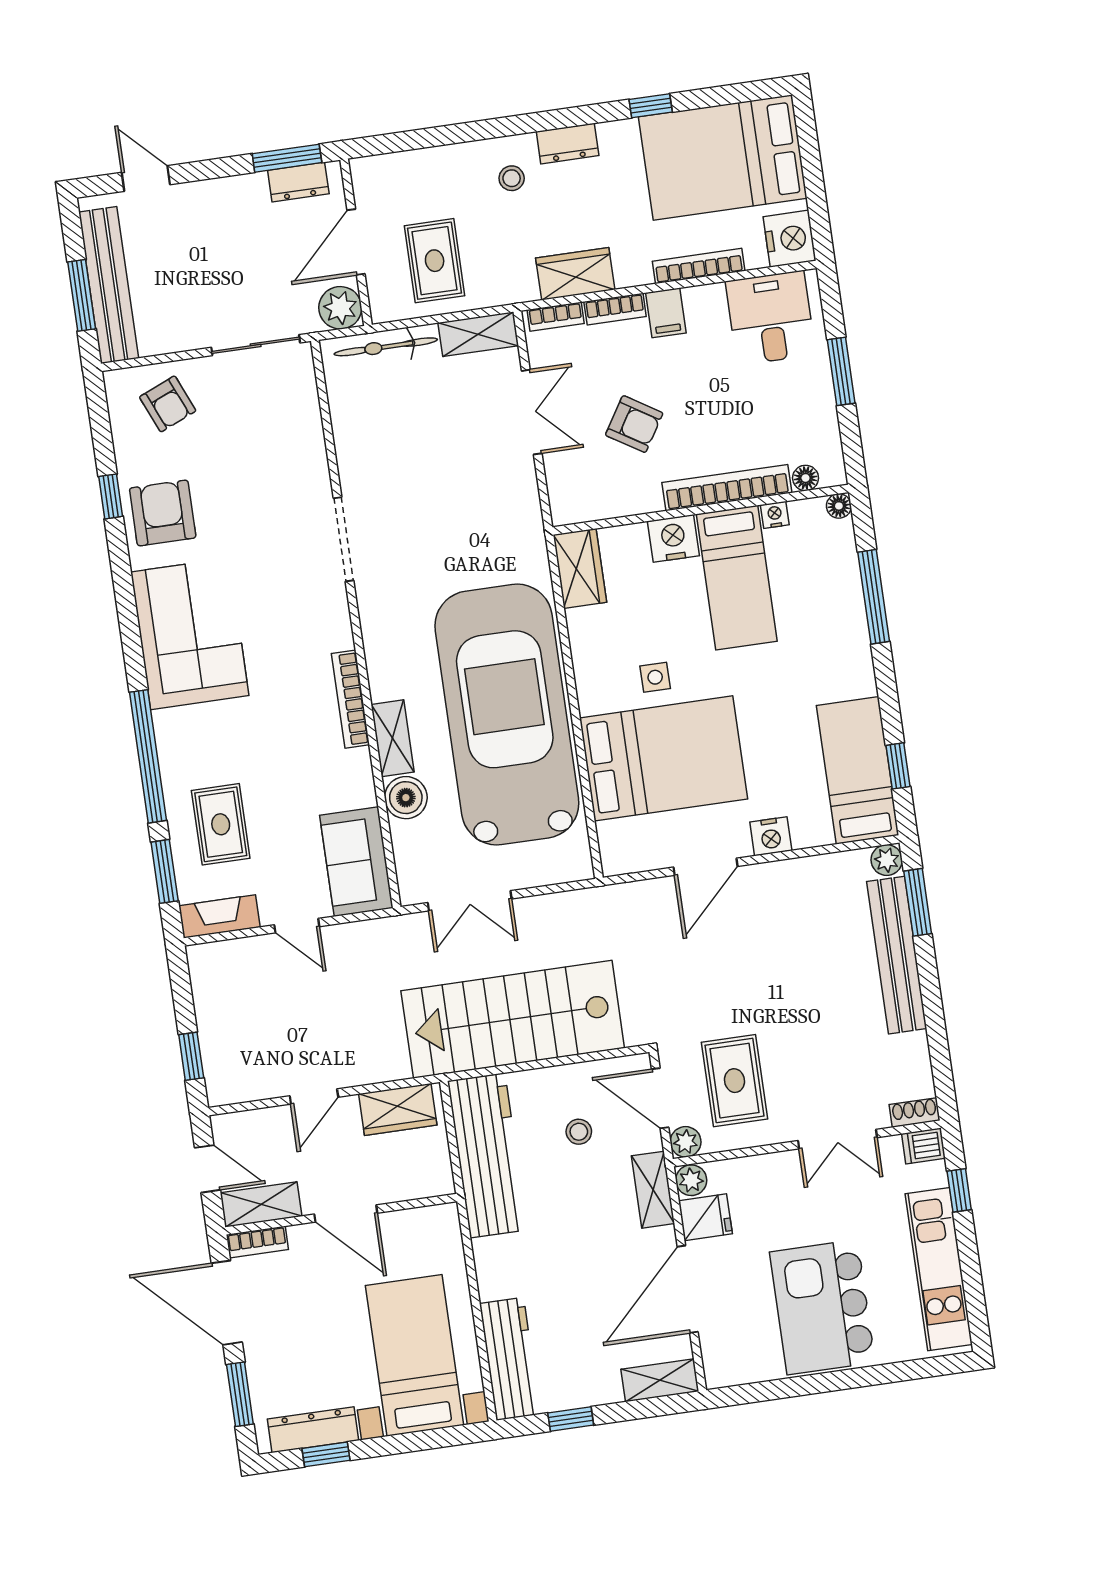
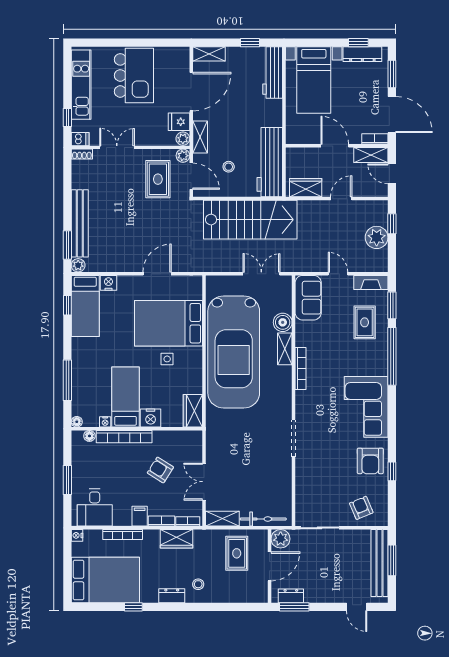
nightstand: (790, 239) -> (77, 535), width x0.53, depth x0.56
nightstand: (771, 836) -> (108, 283), moved
plant: (221, 1020) -> (377, 237), added

